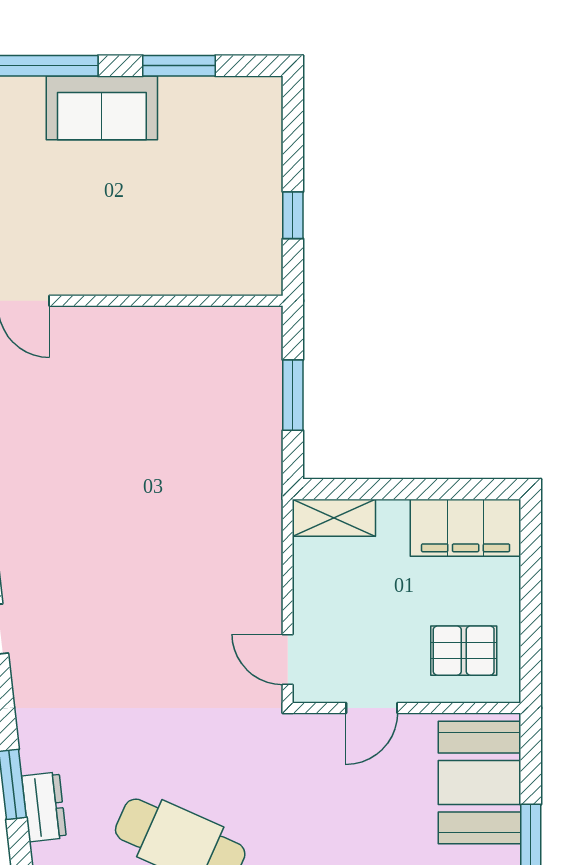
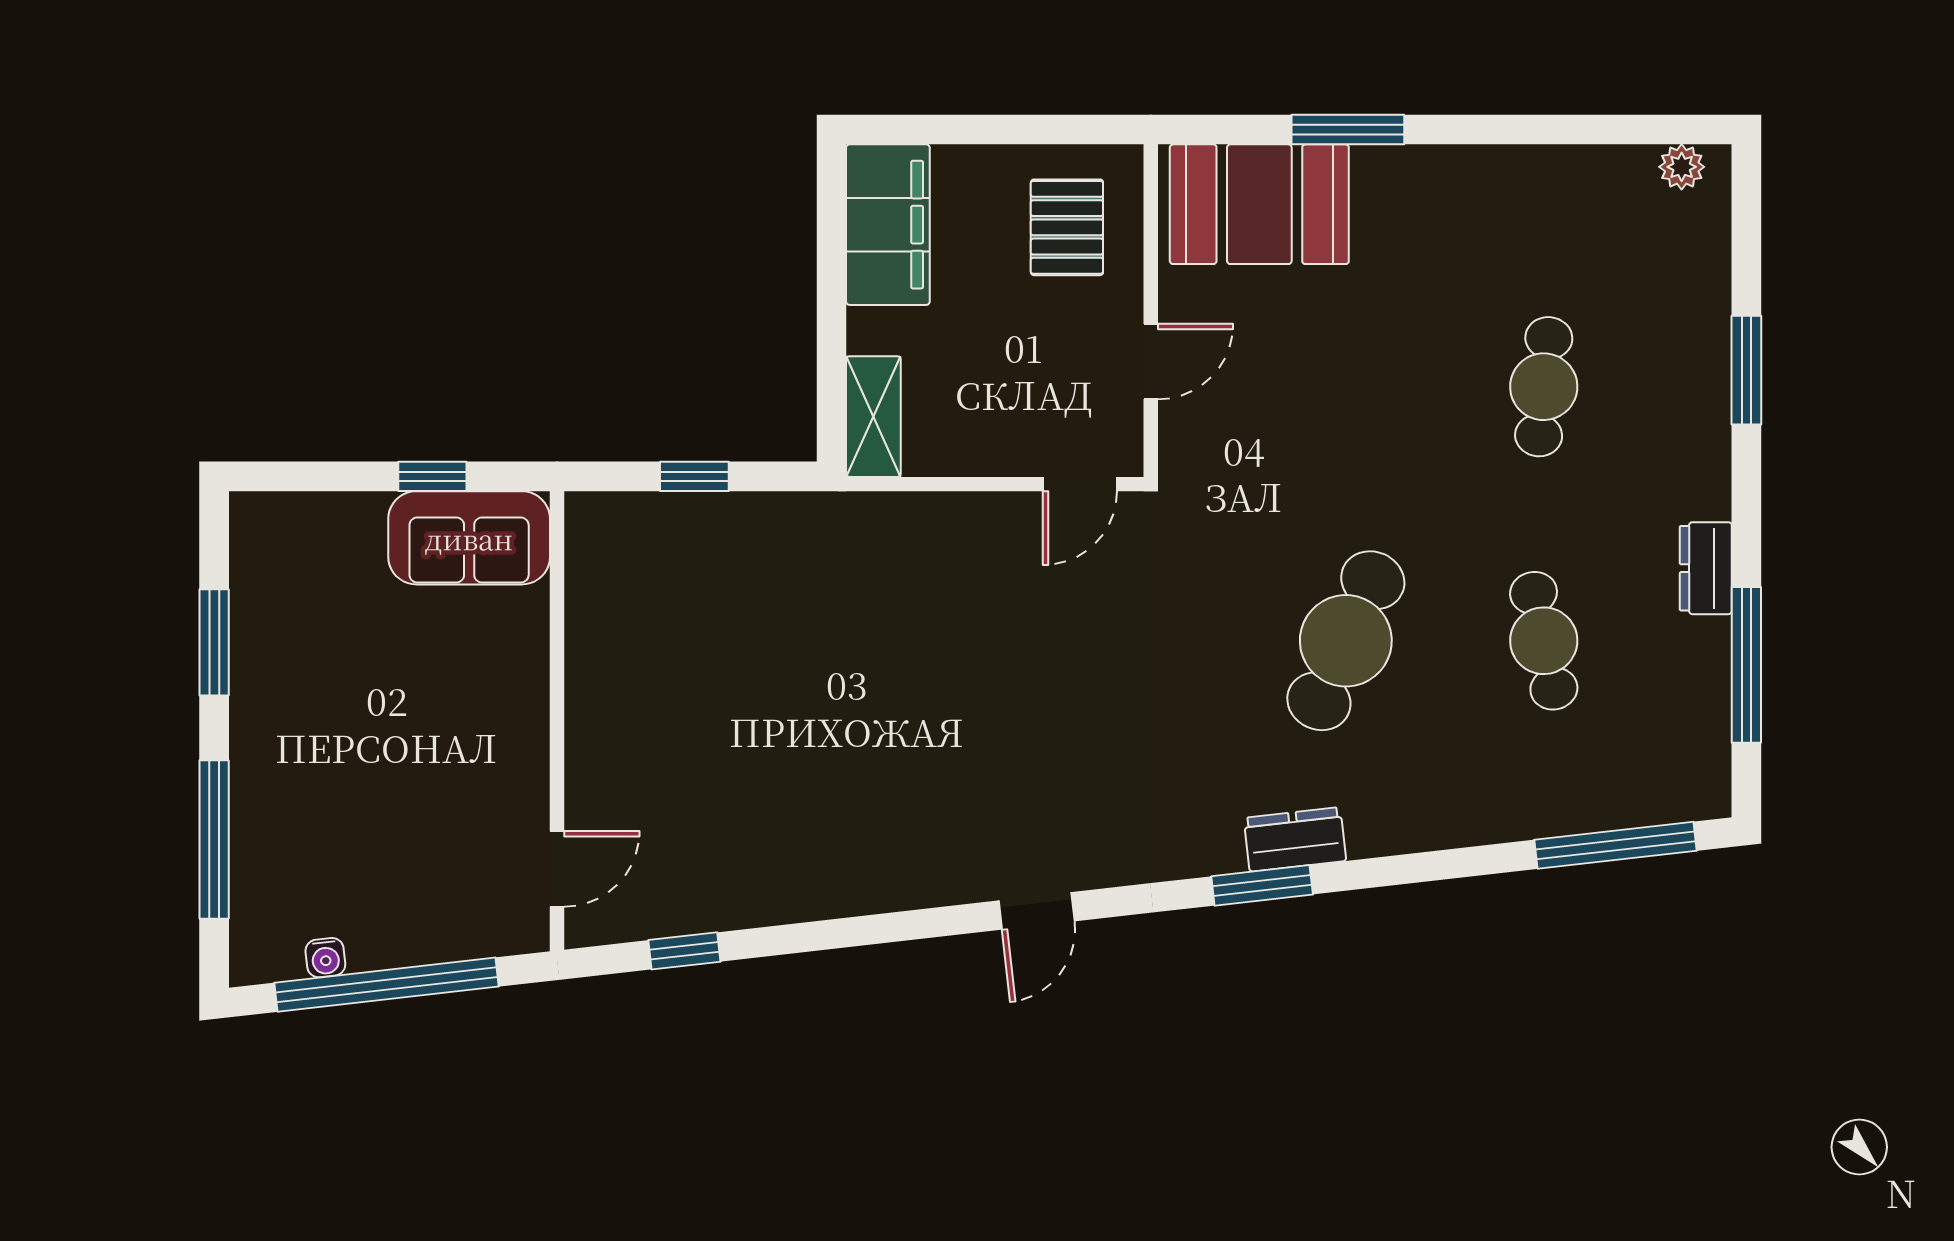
sofa: (102, 108) -> (469, 538), moved, turned 90
window: (293, 395) -> (694, 476), width x0.67
door: (372, 708) -> (1151, 362), hinge flipped

